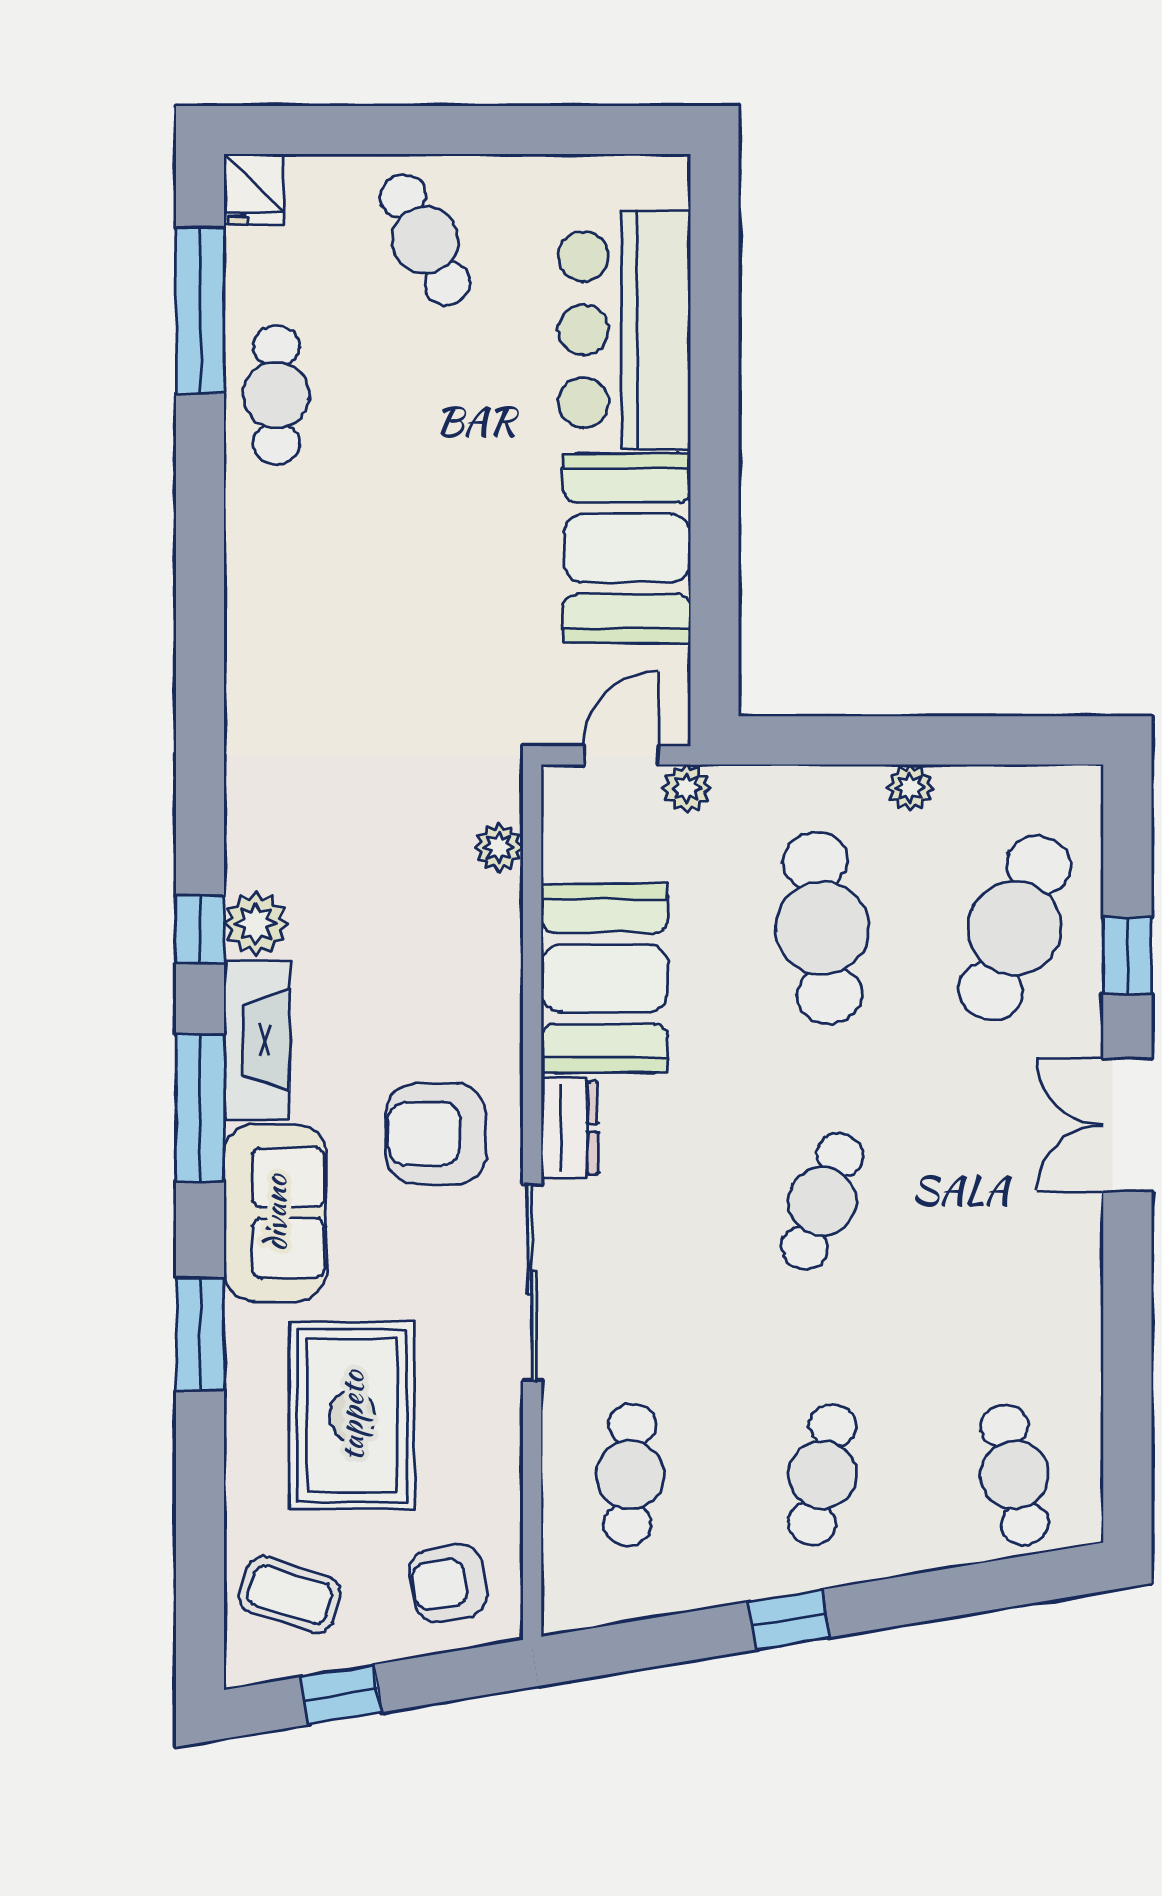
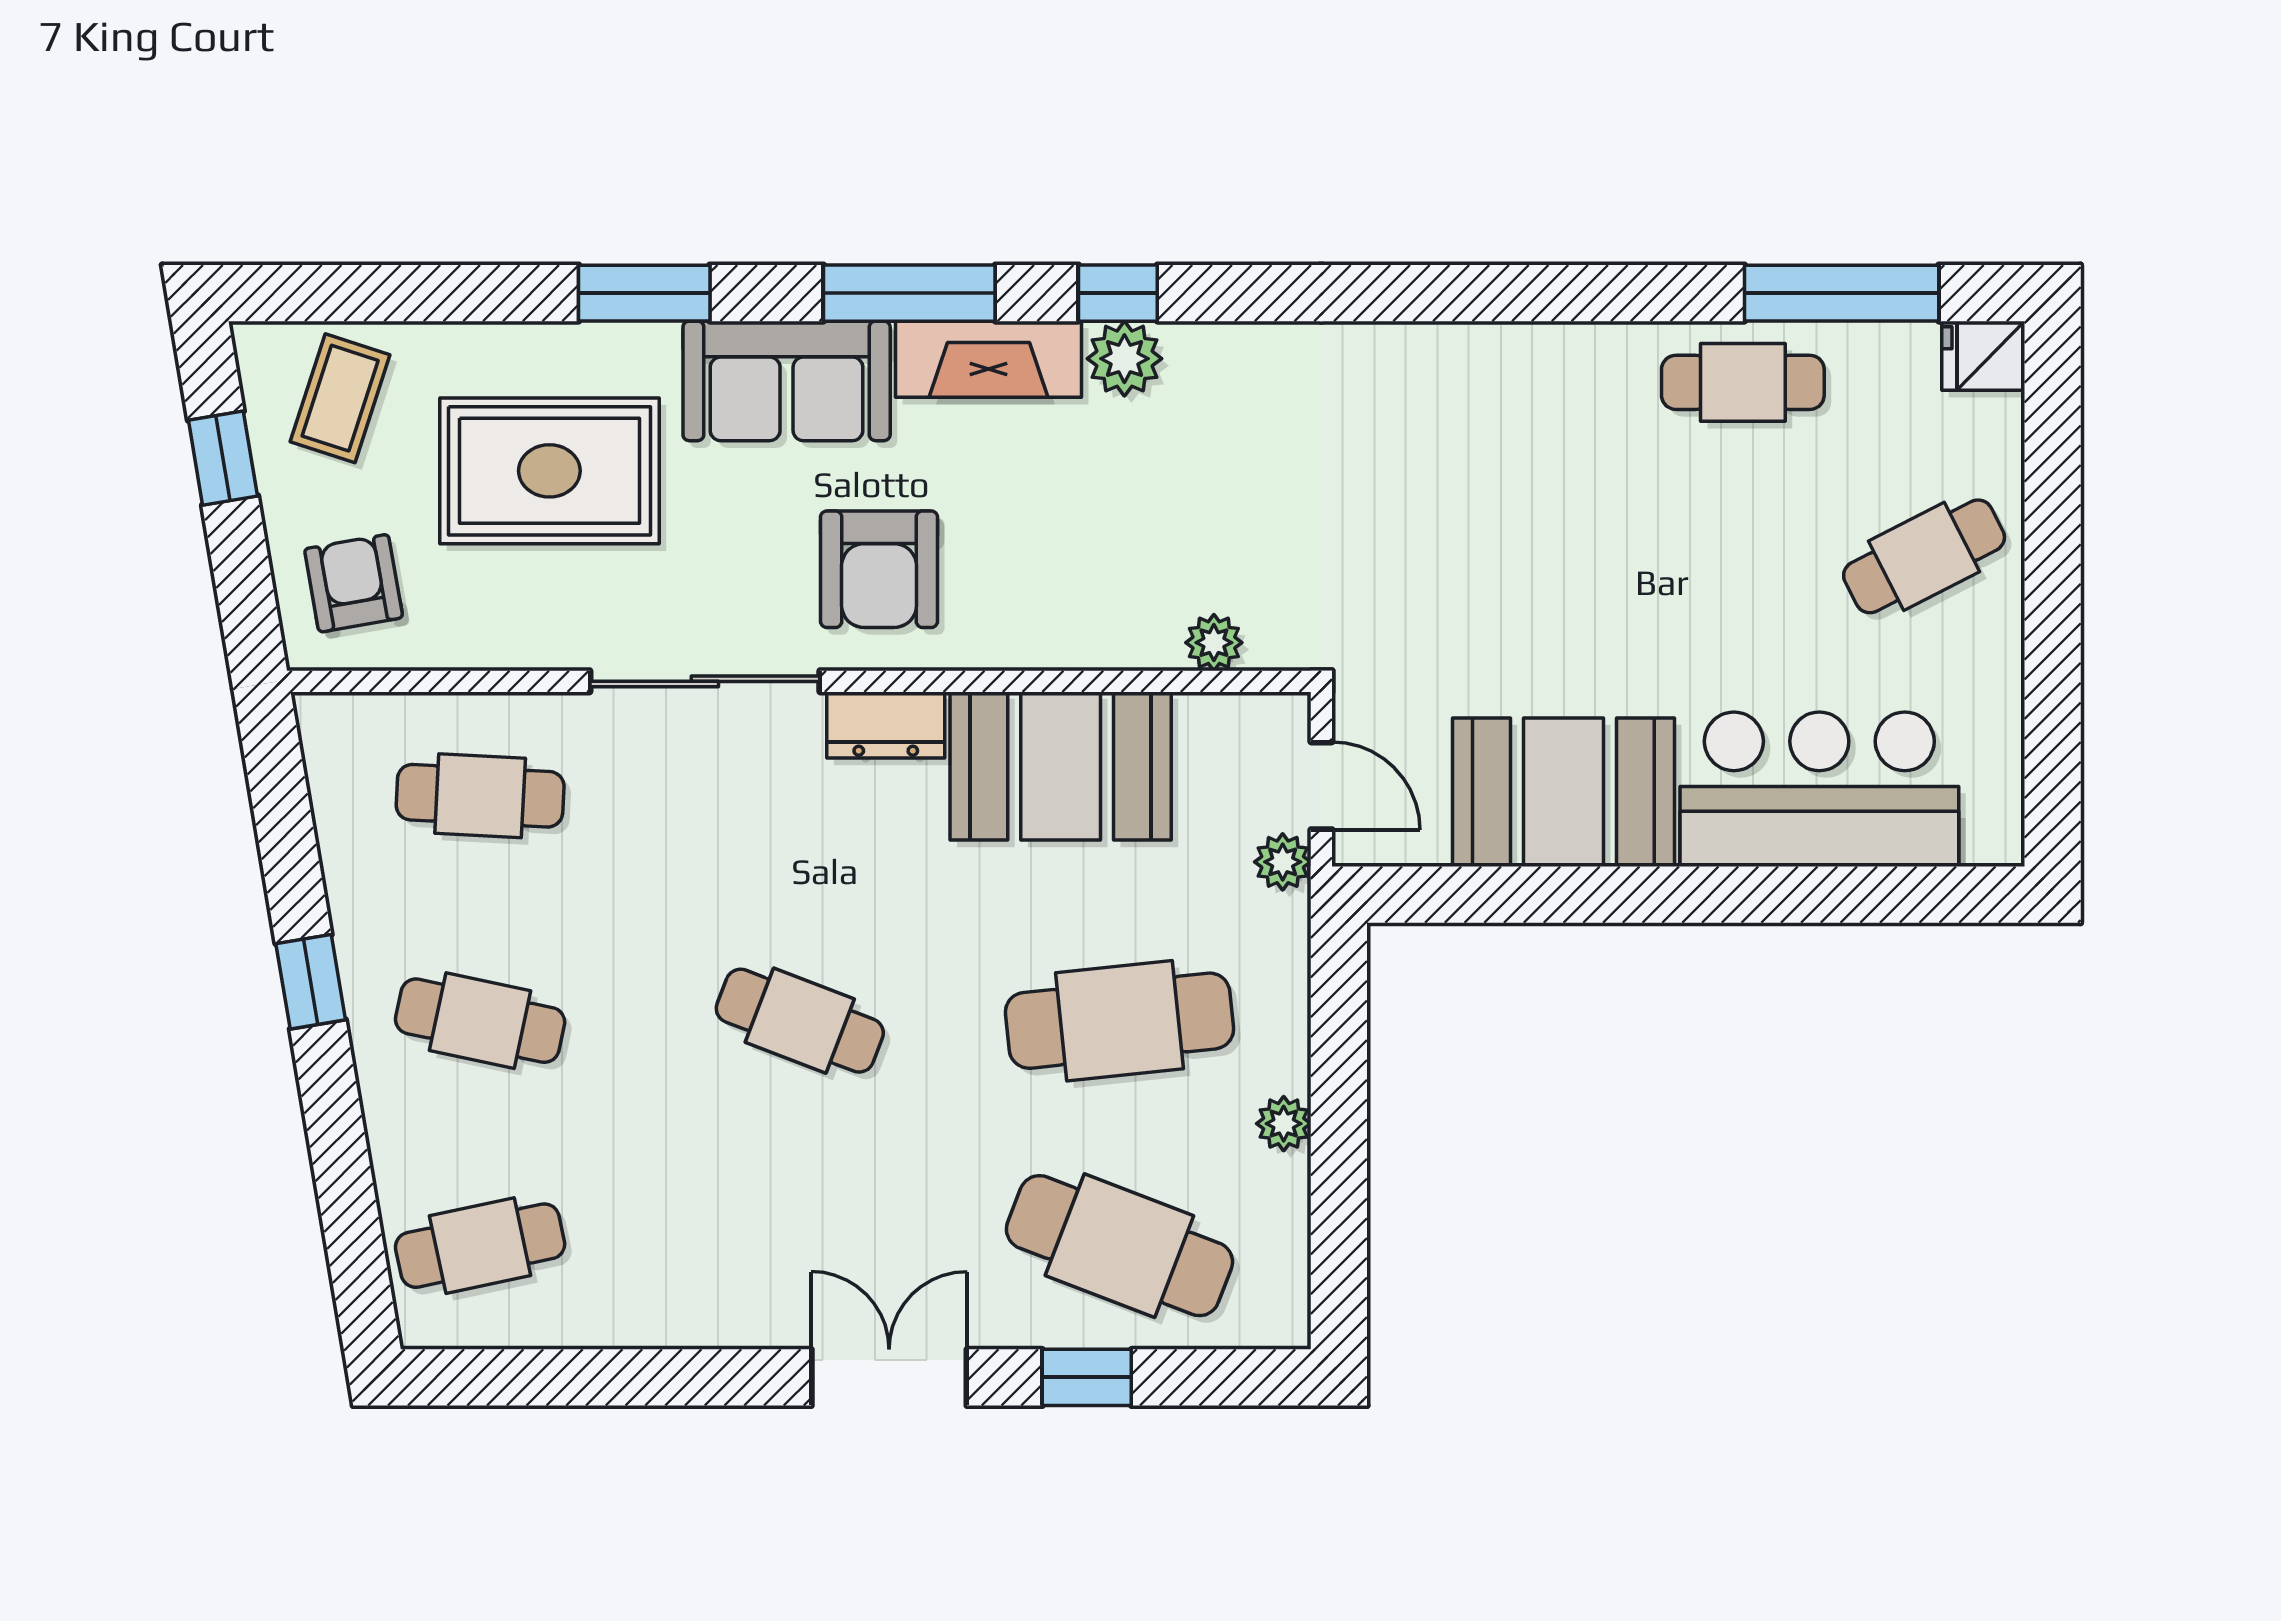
armchair: (436, 1134) -> (879, 569), turned 180

